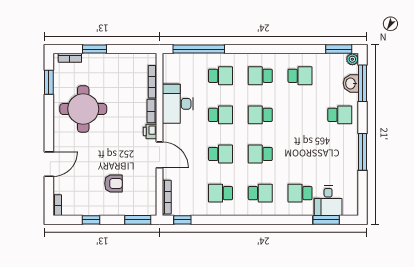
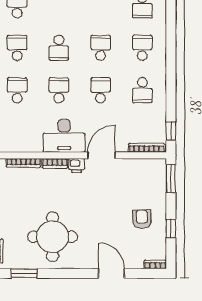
school desk: (260, 76) -> (17, 48), turned 180
desk: (178, 104) -> (64, 136), moved
school desk: (260, 154) -> (101, 48), turned 180
armchair: (114, 184) -> (142, 219), moved

